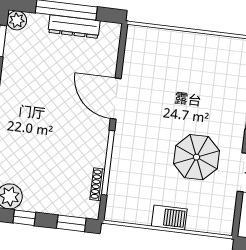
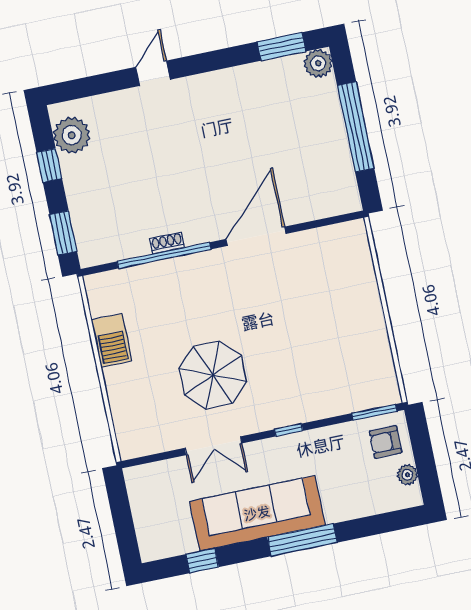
dresser: (74, 27) -> (336, 145), removed
shoe rack: (97, 184) -> (167, 243), moved, width x0.70
barbecue: (169, 218) -> (112, 340), moved

